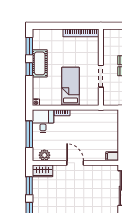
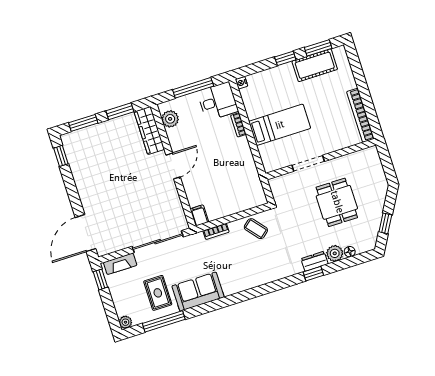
cot: (40, 63) -> (315, 65), moved
wardrobe: (43, 171) -> (149, 130), width x1.50

